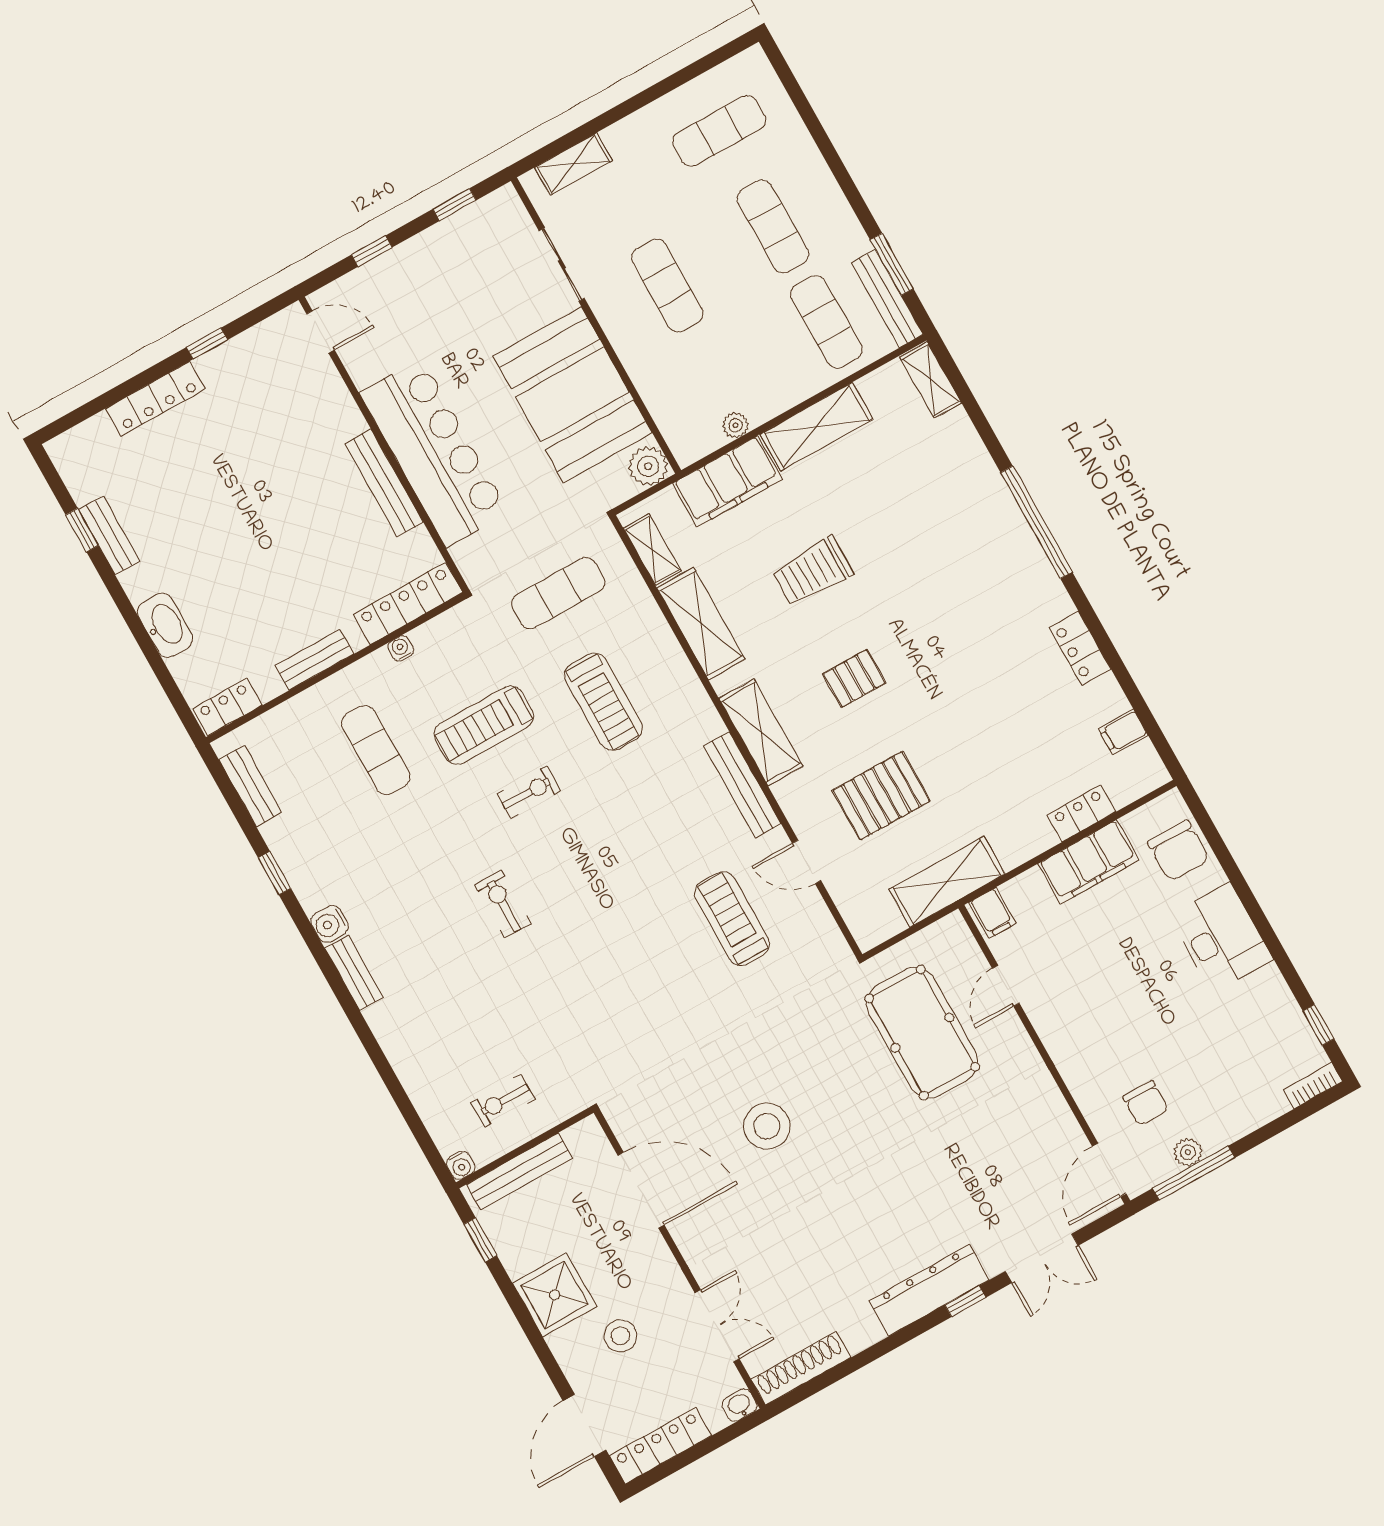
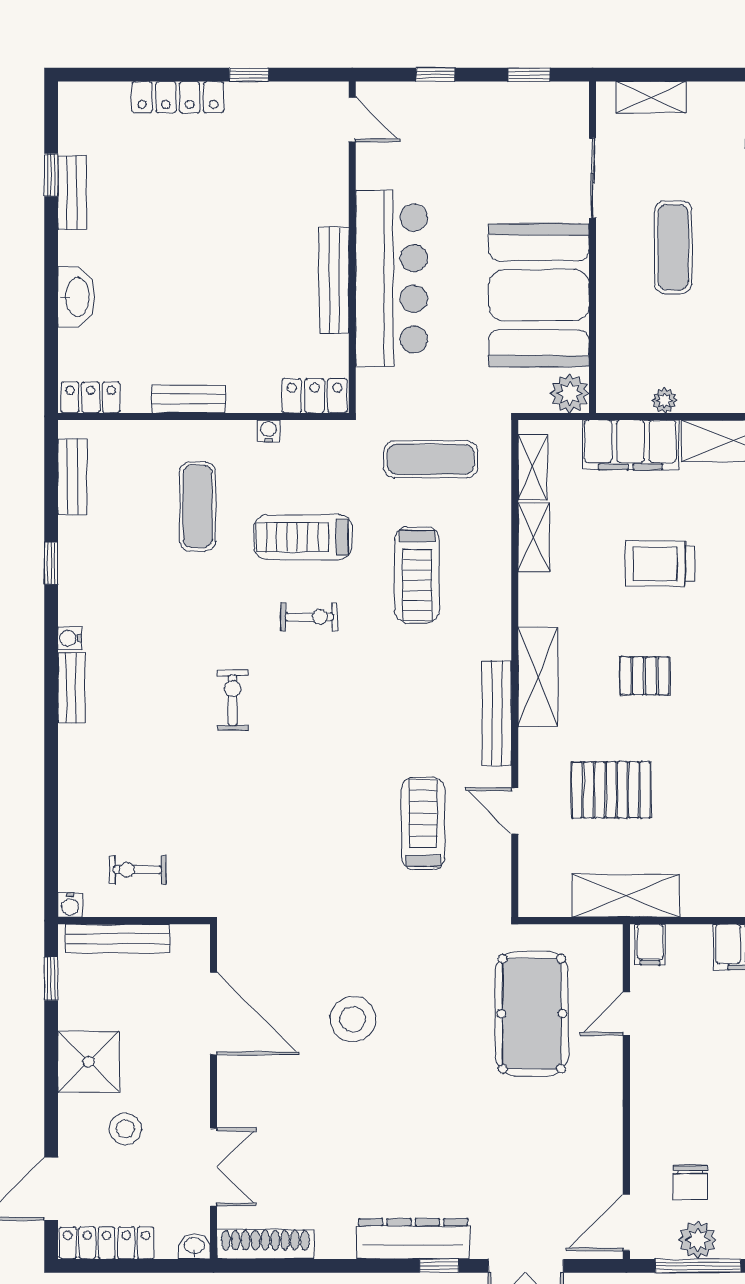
locker: (408, 603) -> (315, 396), width x0.66
shelving: (701, 624) -> (534, 537), width x0.67, depth x0.75
water cooler: (330, 924) -> (70, 638), width x0.72, depth x0.72
plant: (1188, 1152) -> (698, 1240), width x1.38, depth x1.38

